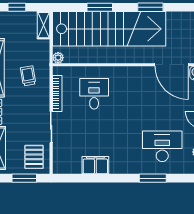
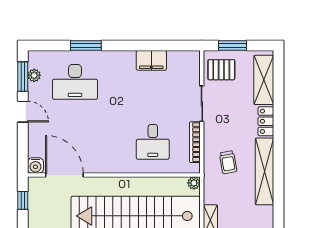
pallet: (34, 157) -> (221, 70), turned 90

